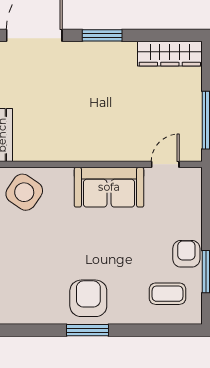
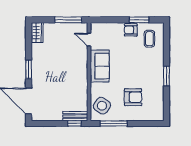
wardrobe: (170, 54) -> (37, 33), width x0.67
armchair: (88, 298) -> (133, 97), moved, turned 180

